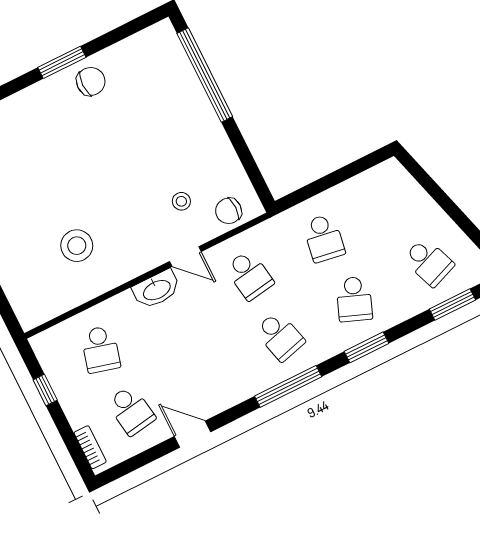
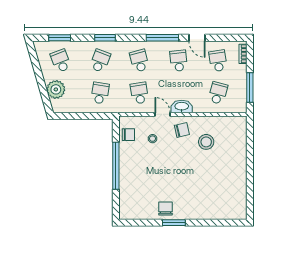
window: (205, 75) -> (116, 166), moved
chair: (91, 81) -> (166, 208), turned 90
plant: (411, 203) -> (56, 89), added
chair: (229, 211) -> (128, 135), moved
chair: (134, 245) -> (182, 130), added
school desk: (205, 373) -> (179, 61), added
window: (288, 386) -> (162, 38), moved
window: (45, 390) -> (250, 87), width x2.17

